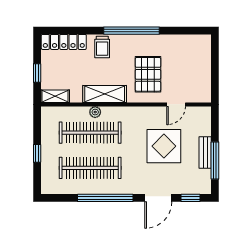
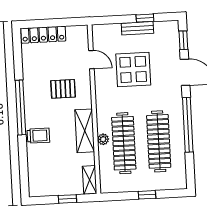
locker: (64, 42) -> (43, 35), moved, turned 90
pallet: (148, 74) -> (63, 89), width x0.67, depth x0.71
window: (215, 161) -> (145, 18), width x0.46

